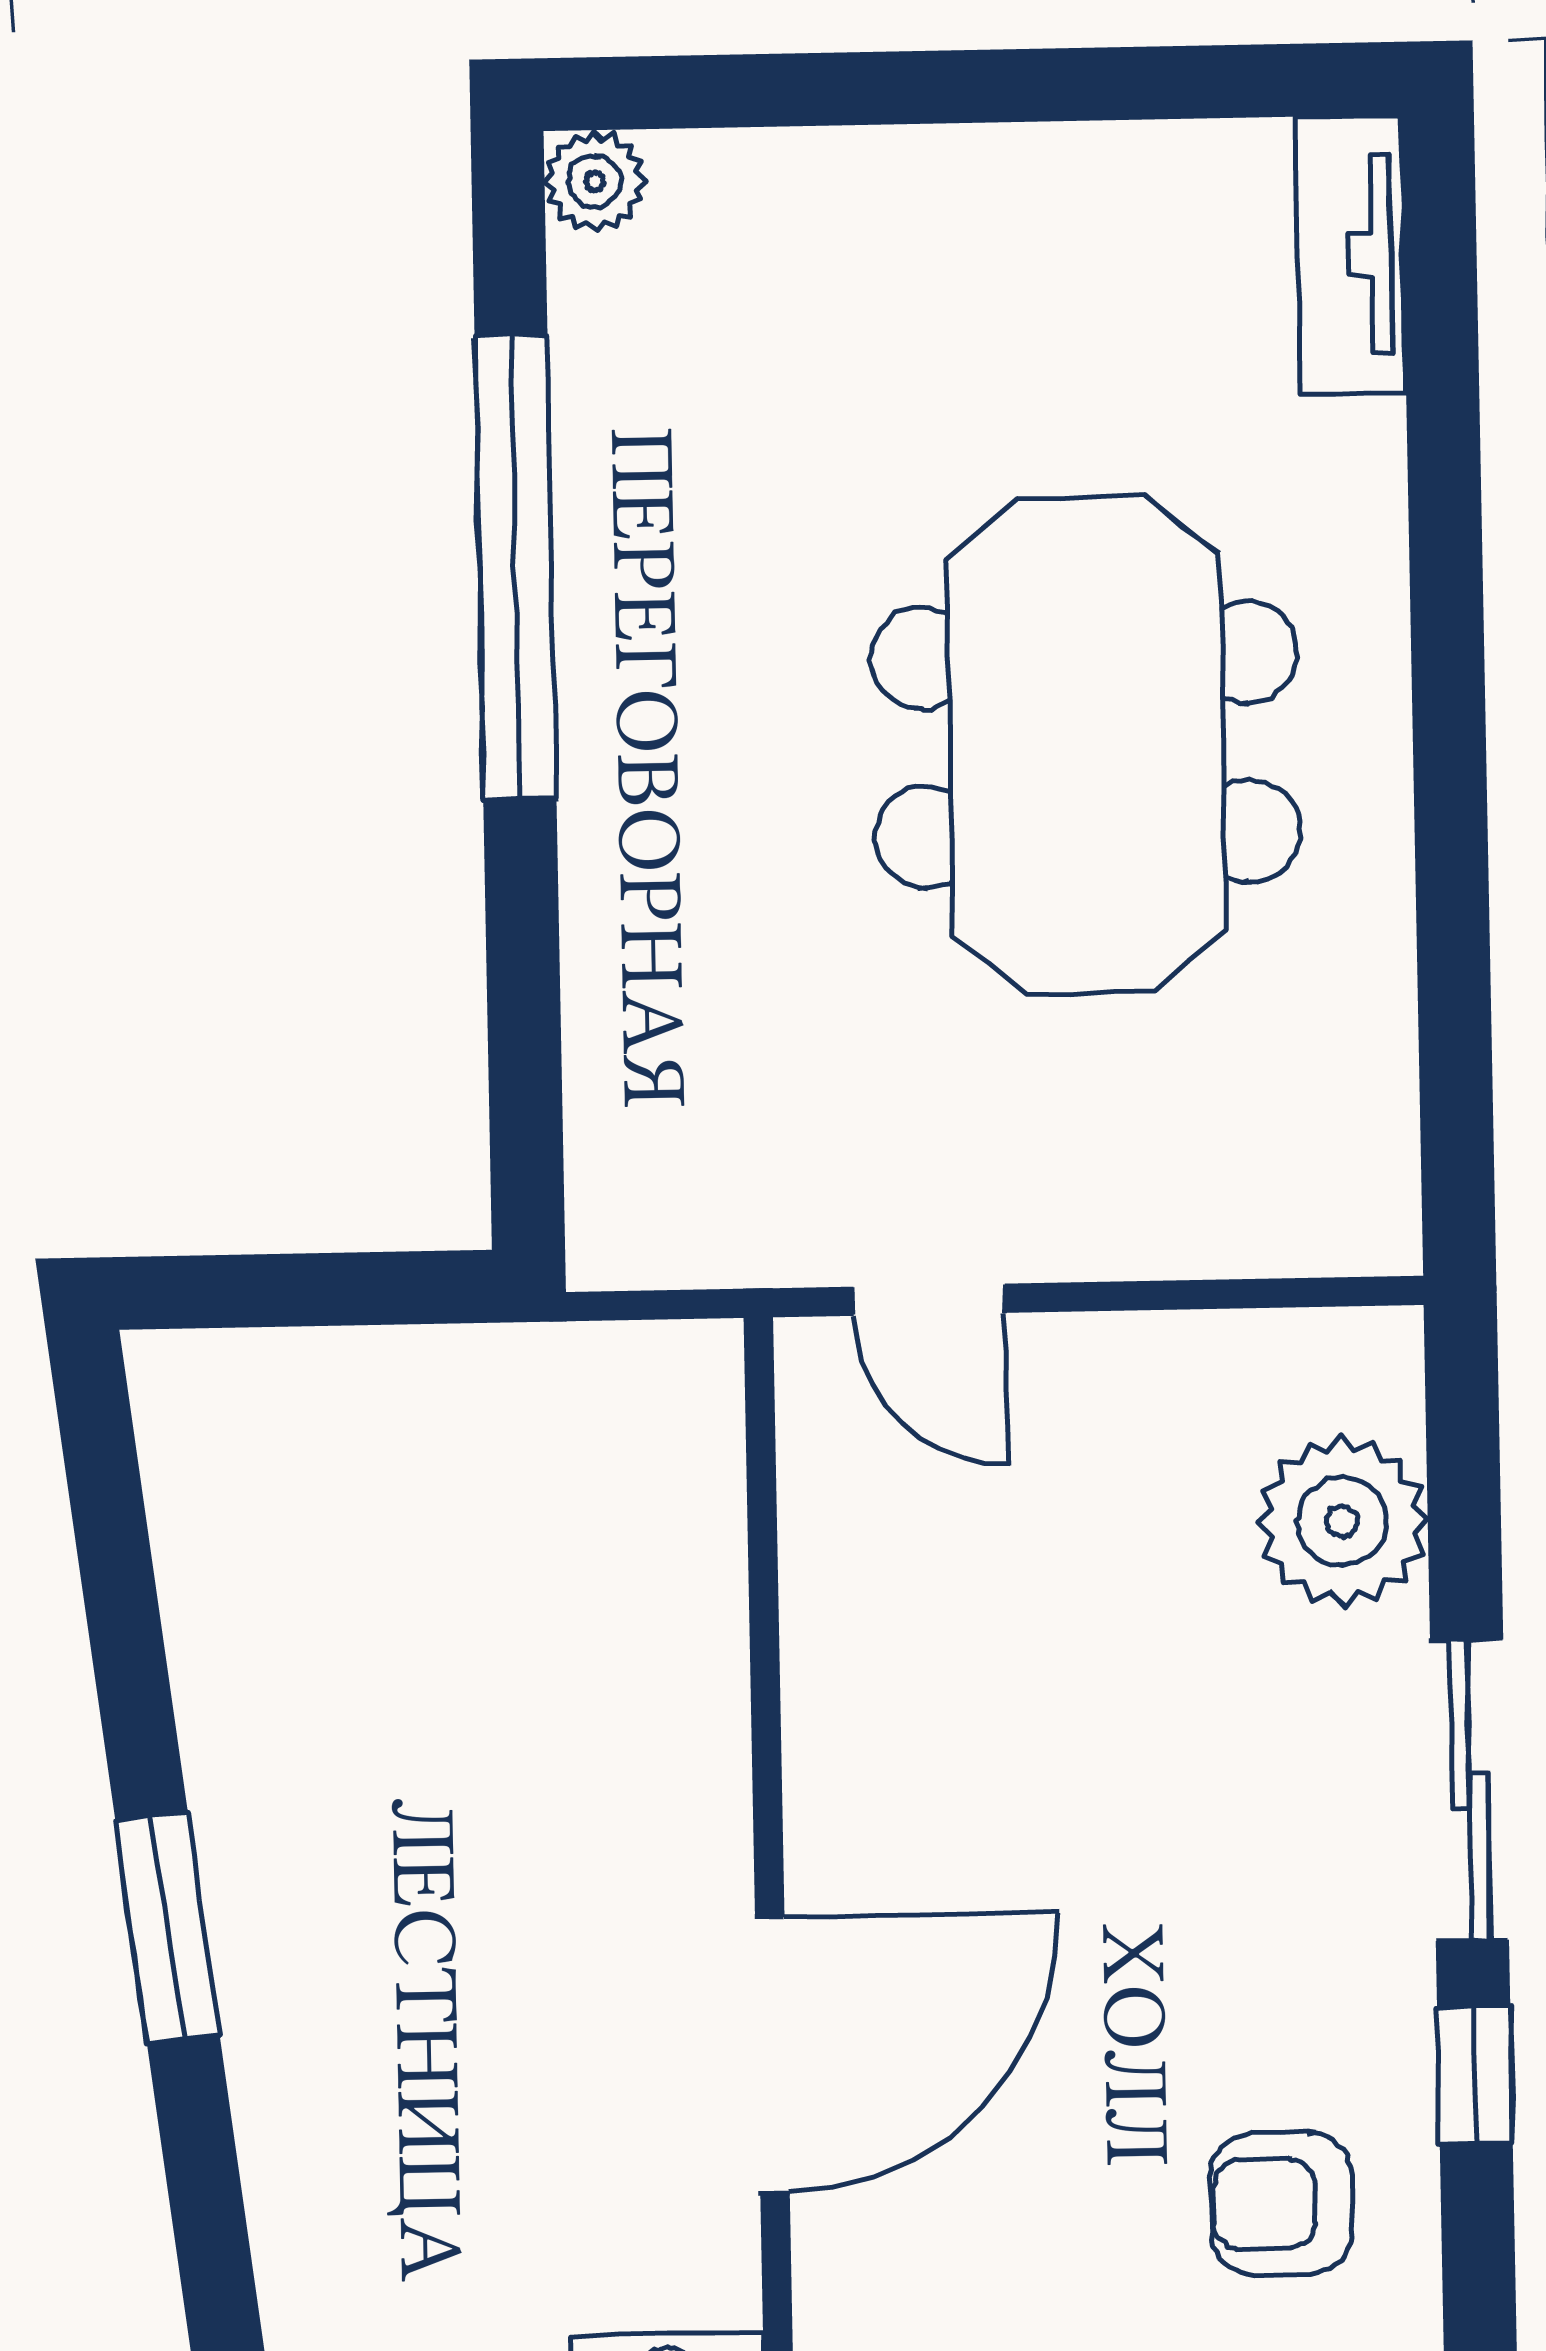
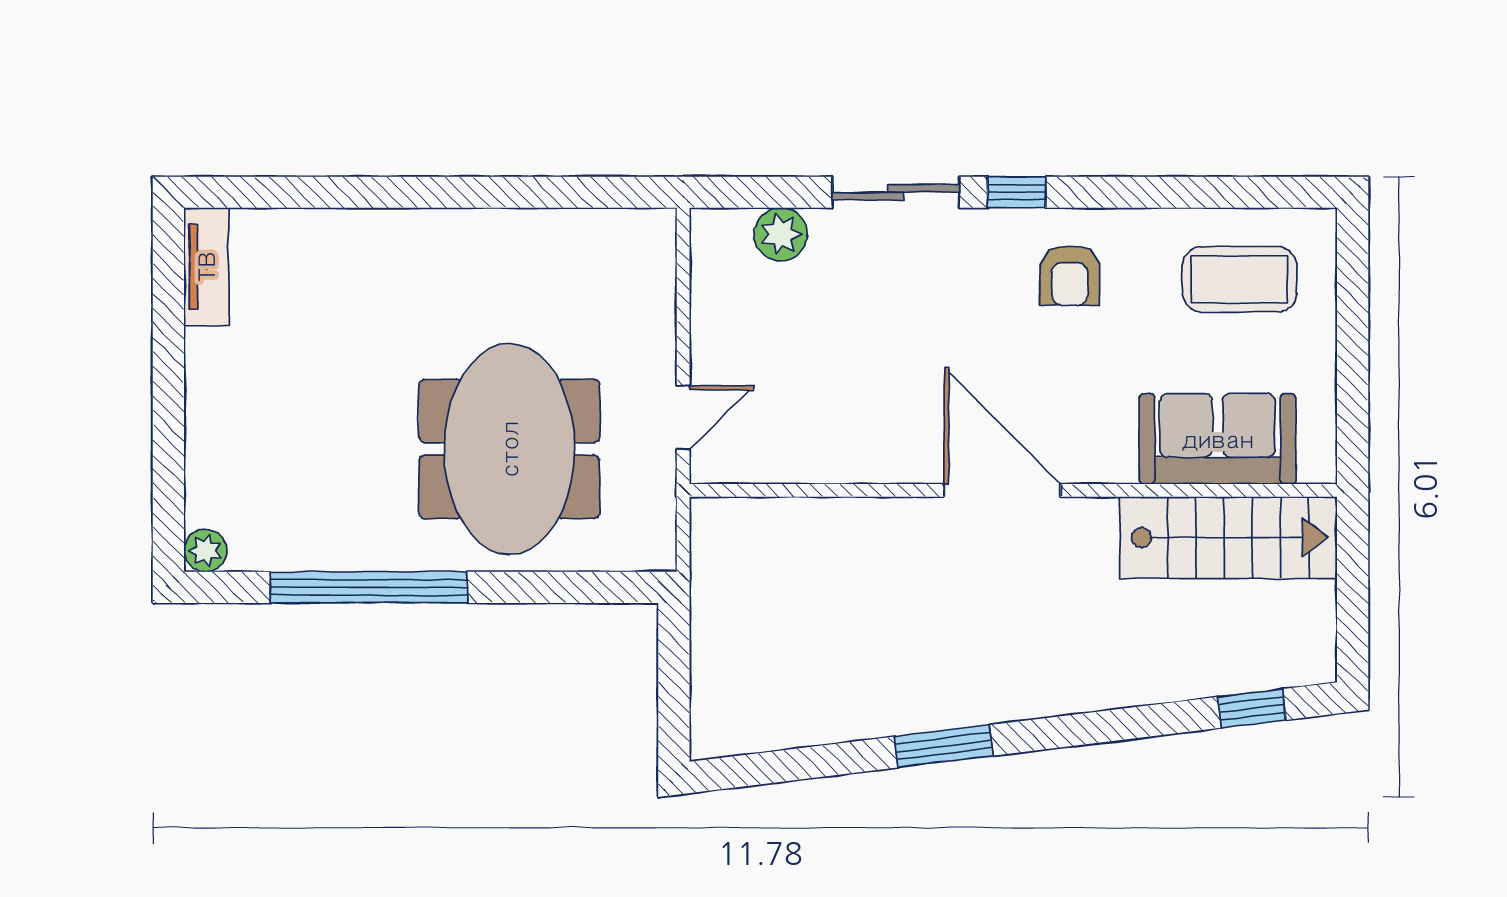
tv unit: (1351, 255) -> (206, 267), moved, turned -90
meeting table: (1086, 745) -> (509, 449), moved, turned 90
plant: (1343, 1521) -> (781, 234), width x0.73, depth x0.73

